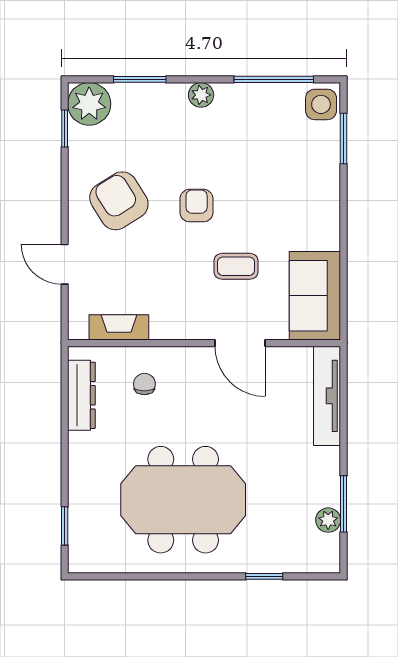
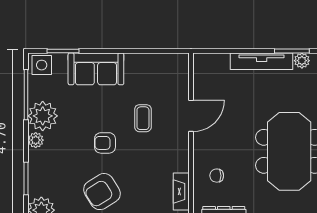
plant: (240, 106) -> (43, 116), added
sofa: (315, 296) -> (96, 69), moved
tv unit: (327, 396) -> (262, 61), moved

